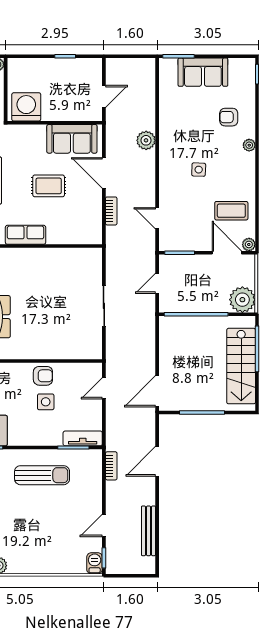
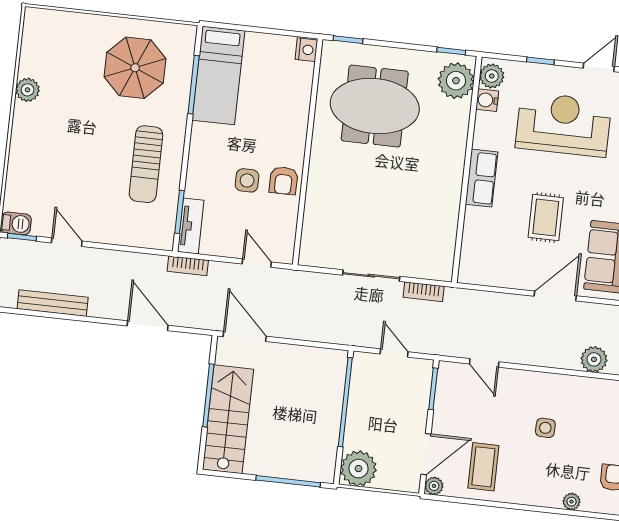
bookcase: (111, 211) -> (424, 292), moved
door: (157, 218) -> (484, 363), swing flipped
stairs: (241, 366) -> (228, 419), moved, turned 90
bookcase: (111, 466) -> (188, 266), moved

